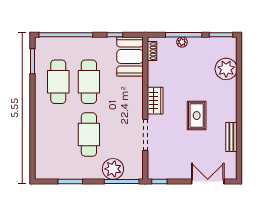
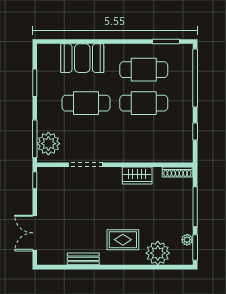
plant: (182, 42) -> (187, 240), moved
shoe rack: (152, 51) -> (177, 172), width x1.43
booth: (130, 56) -> (82, 58), moved
wardrobe: (155, 101) -> (137, 176), moved
rug: (197, 115) -> (123, 240), moved
plant: (113, 169) -> (48, 144), moved
double door: (208, 181) -> (35, 233), swing flipped

